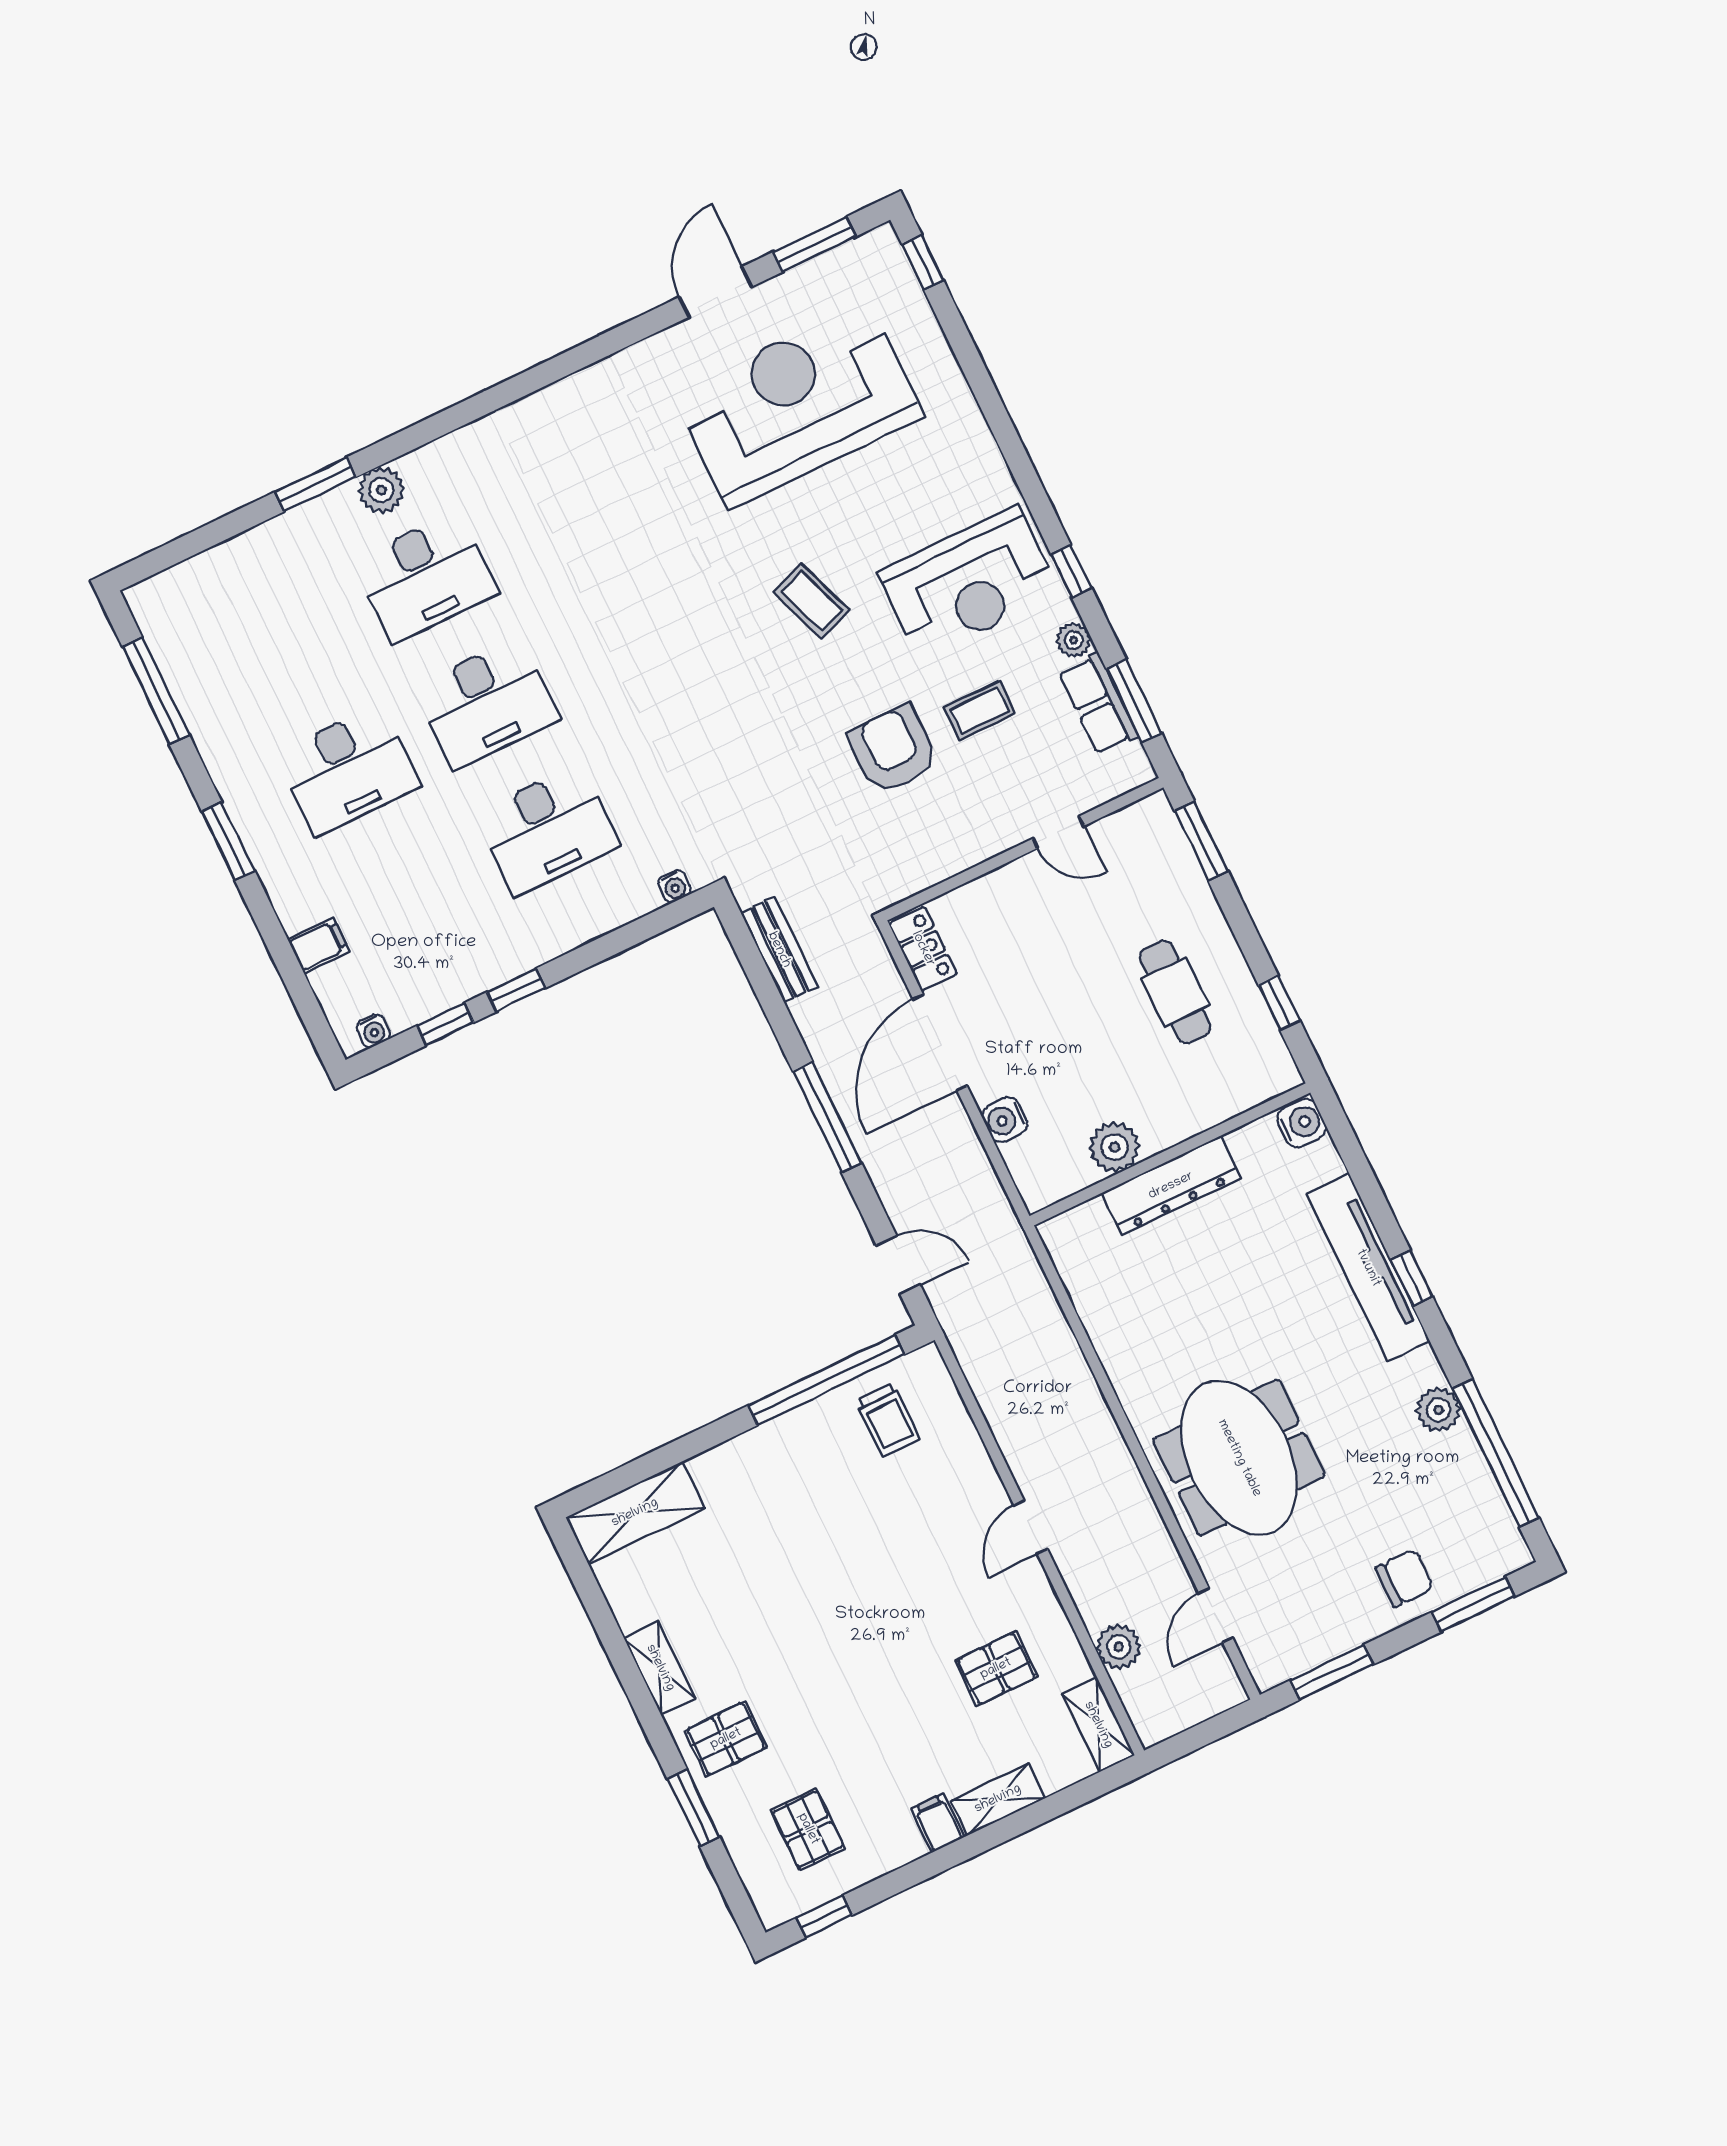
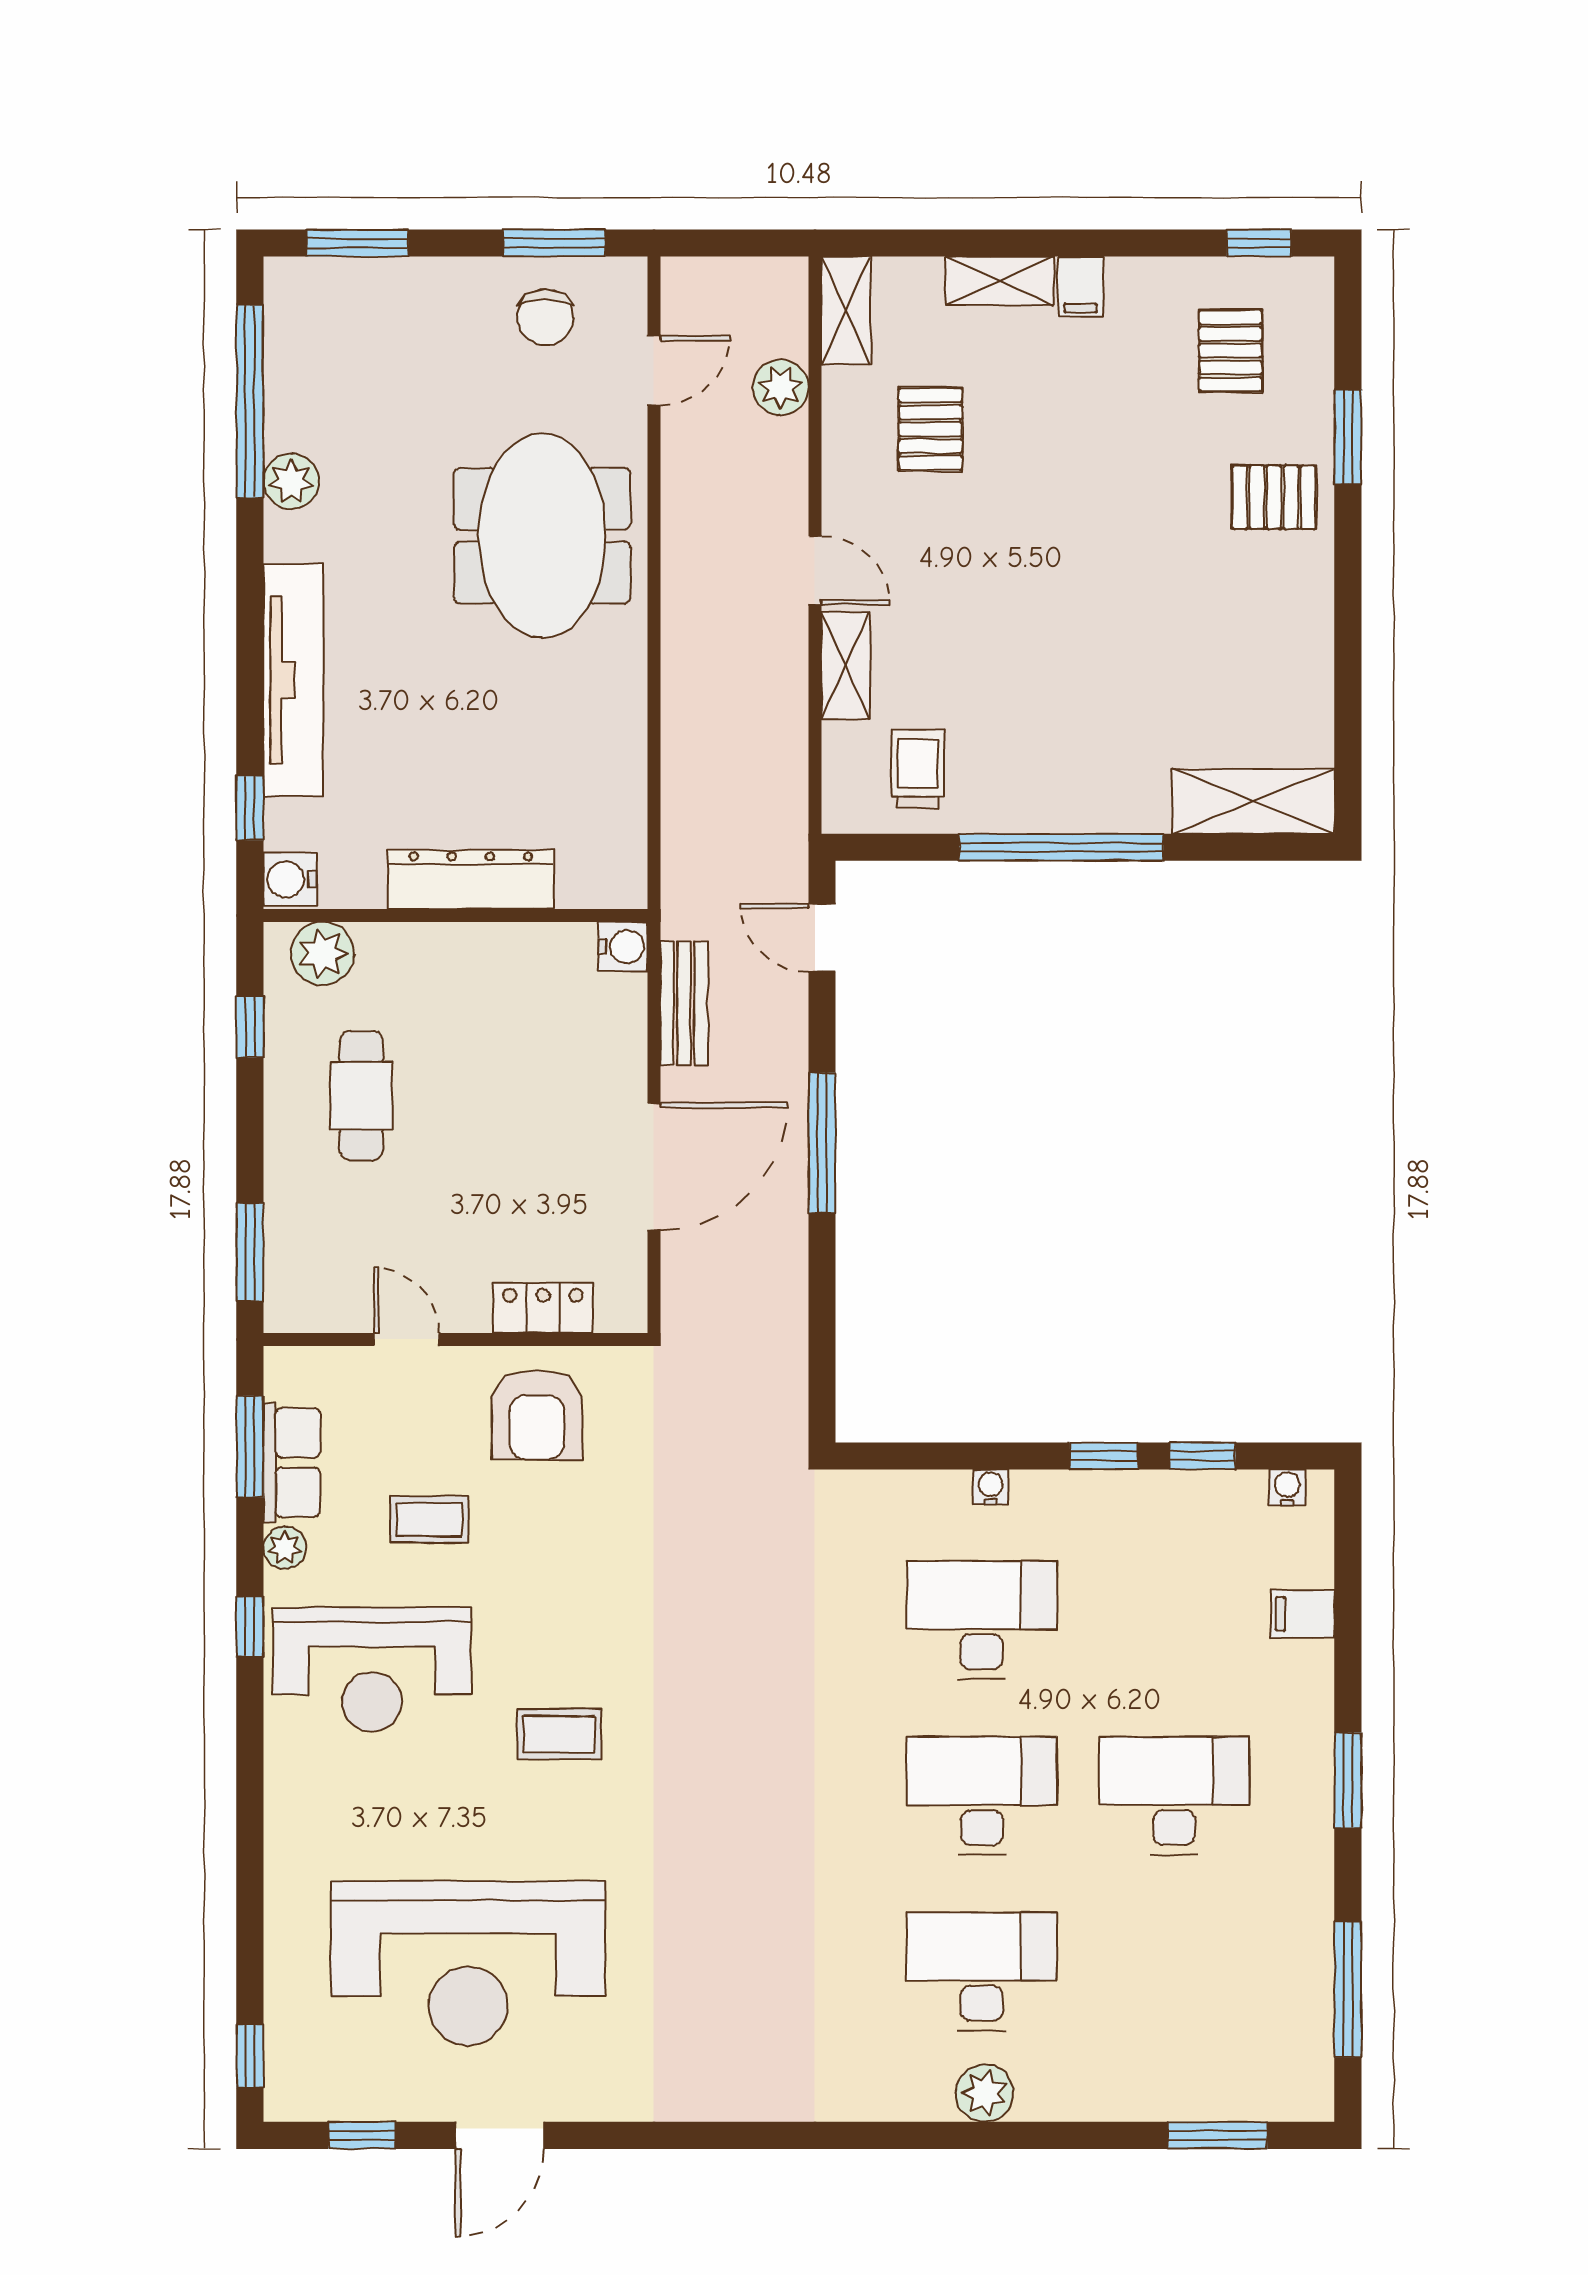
window: (815, 244) -> (362, 2135), width x0.67
window: (315, 485) -> (1218, 2135), moved
reception desk: (969, 583) -> (372, 1669), turned 180
coffee table: (812, 601) -> (559, 1734), turned -70
armchair: (893, 750) -> (537, 1415), moved
water cooler: (674, 886) -> (991, 1487), moved
locker: (923, 949) -> (543, 1308), moved, turned 90
bench: (779, 950) -> (684, 1003), moved
water cooler: (1005, 1120) -> (623, 947), moved
plant: (1115, 1147) -> (323, 954), moved
window: (1412, 1278) -> (250, 808), moved
window: (826, 1380) -> (1061, 847), moved
door: (1031, 1527) -> (815, 570), hinge flipped
chair: (1405, 1578) -> (545, 317), moved, turned -90
shelving: (660, 1668) -> (846, 666), moved
pallet: (996, 1669) -> (930, 429), turned 90

